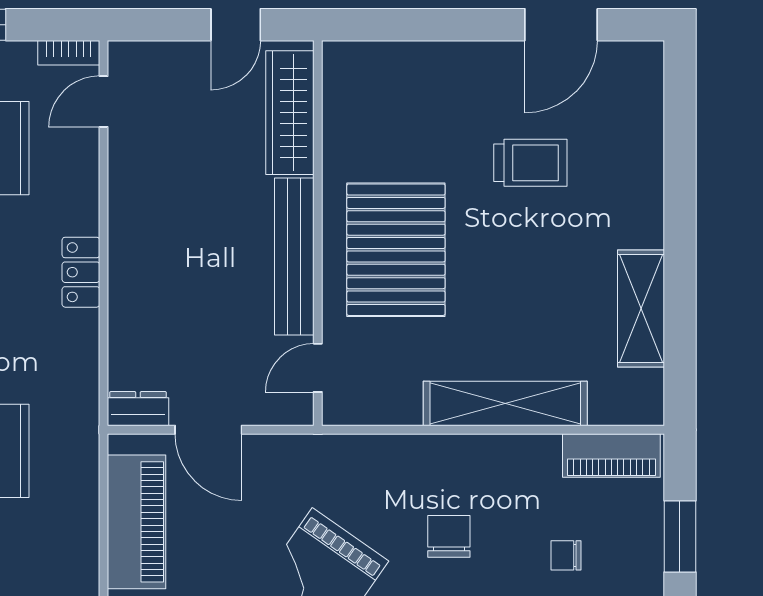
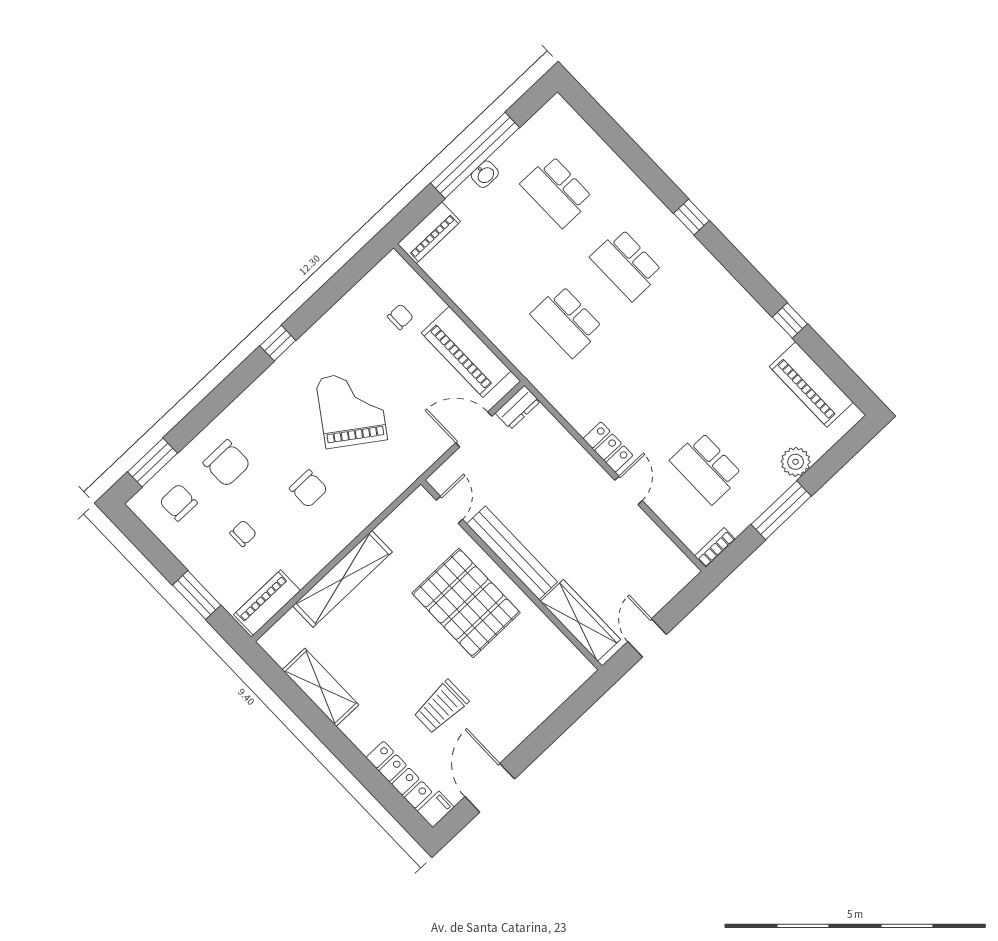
filing cabinet: (642, 57) -> (436, 809), added
door: (104, 102) -> (628, 490), moved
locker: (646, 132) -> (399, 775), added

